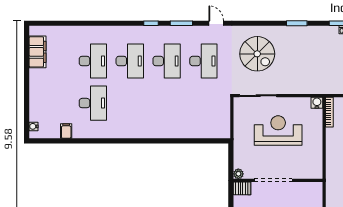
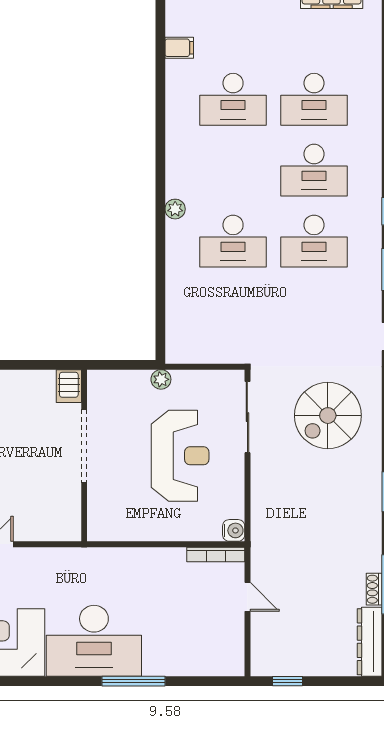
desk: (203, 61) -> (233, 241), moved
plant: (150, 133) -> (175, 209), added
plant: (238, 174) -> (161, 379), moved

